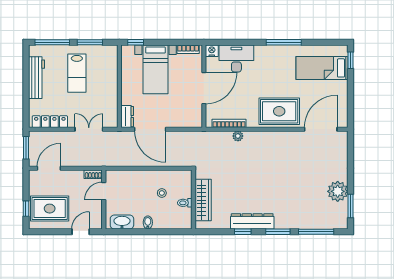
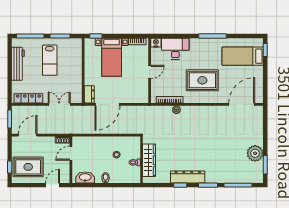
door: (204, 88) -> (150, 72), width x0.53
rug: (279, 111) -> (202, 80), moved
door: (150, 129) -> (107, 104), hinge flipped

